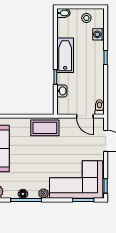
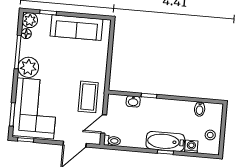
bidet: (64, 13) -> (200, 109), moved
bathtub: (65, 55) -> (165, 141), moved, turned 180
coffee table: (45, 128) -> (88, 97), moved
floor lamp: (23, 194) -> (26, 34), moved
plant: (44, 194) -> (28, 67), width x1.87, depth x1.87

